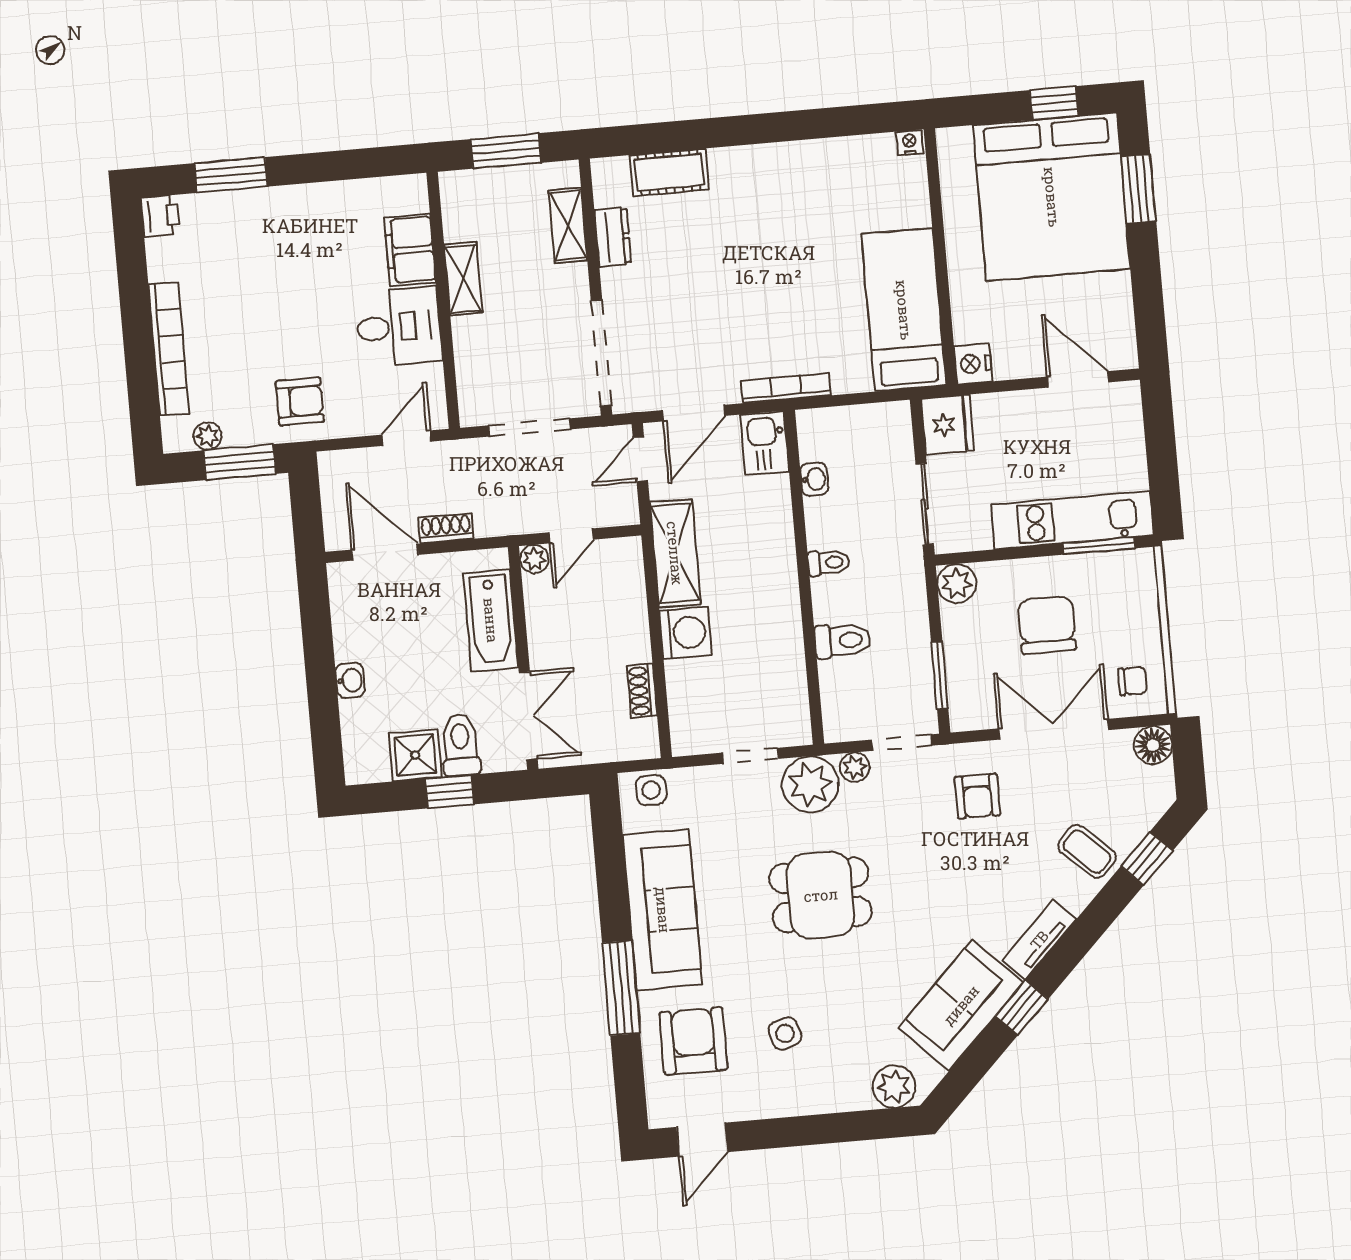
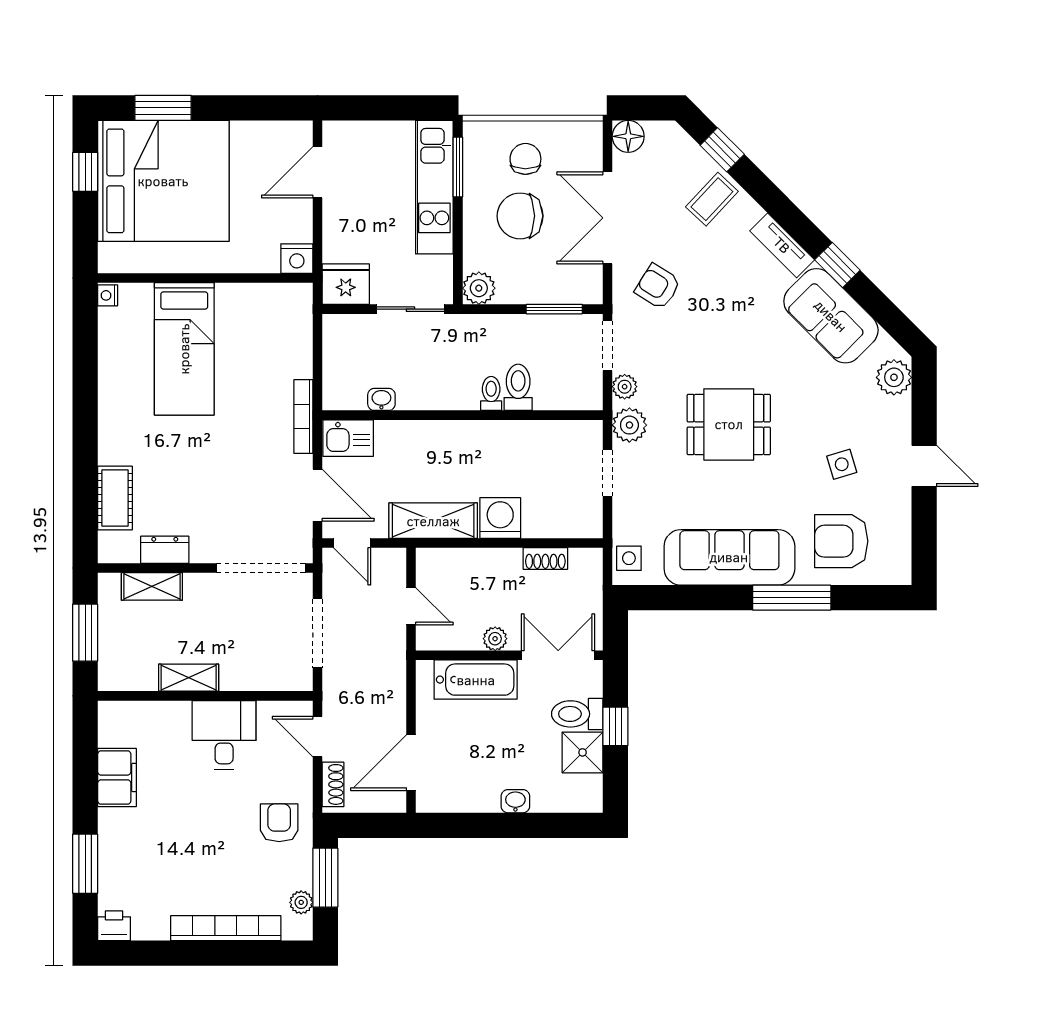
filing cabinet: (410, 250) -> (117, 777), moved, turned -90
bed: (904, 310) -> (184, 349), moved, turned -90
shoe rack: (446, 528) -> (333, 784), moved, turned 180
plant: (534, 559) -> (495, 639), moved
toilet: (829, 563) -> (491, 393), moved
chair: (1132, 681) -> (525, 159), moved, width x1.37, depth x1.37
plant: (810, 784) -> (629, 425), width x0.73, depth x0.73
armchair: (977, 796) -> (658, 287), turned -148
dining table: (821, 895) -> (729, 424), turned 90
door: (702, 1140) -> (924, 466), moved

